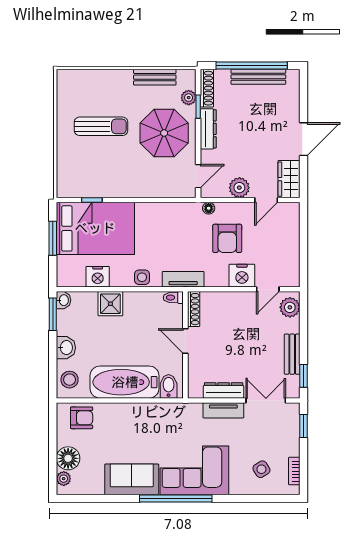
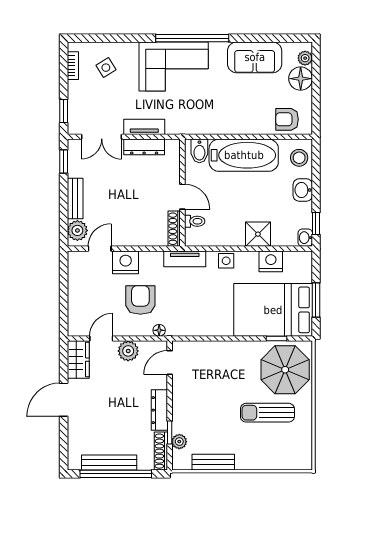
parasol: (164, 133) -> (285, 370), moved
toilet: (173, 298) -> (195, 221), moved
window: (53, 314) -> (316, 223), width x0.67
bench: (292, 354) -> (75, 199), moved
sofa: (132, 479) -> (255, 57), moved

